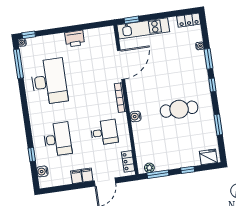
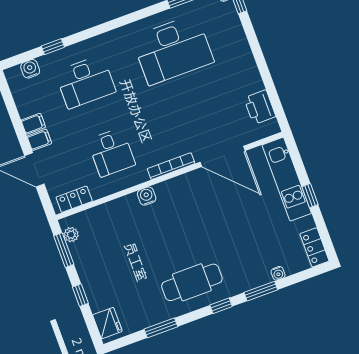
window: (132, 20) -> (310, 196), moved
printer: (75, 39) -> (260, 107), moved
cafe table: (179, 109) -> (192, 282), moved, turned 90

